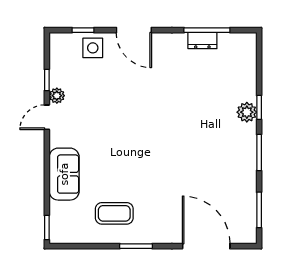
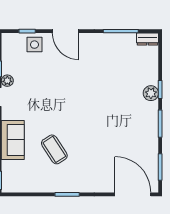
dresser: (202, 41) -> (147, 39), moved
coffee table: (114, 213) -> (54, 149), moved, turned 57
door: (206, 246) -> (133, 194), moved

